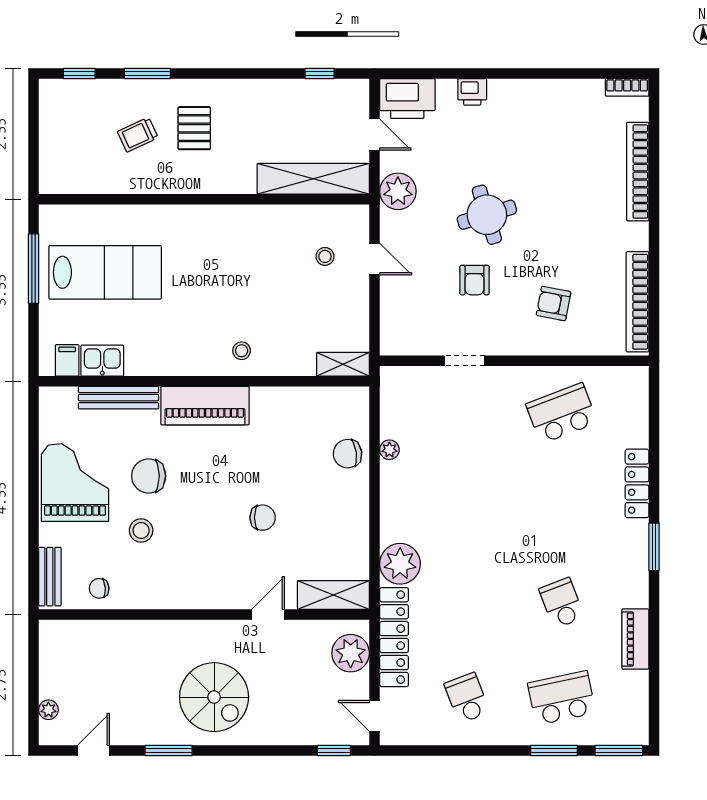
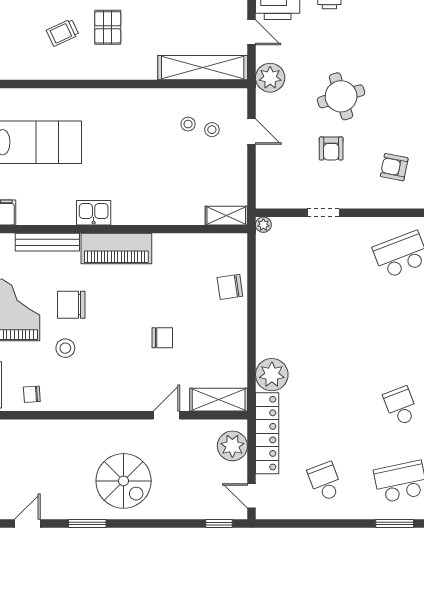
stool: (242, 351) -> (188, 124), moved
kitchen sink: (102, 361) -> (94, 213), moved
plant: (389, 450) -> (263, 225), moved

